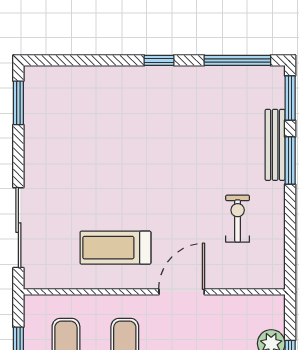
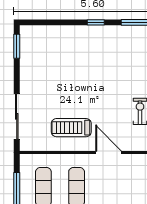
door: (182, 292) -> (108, 153), hinge flipped

